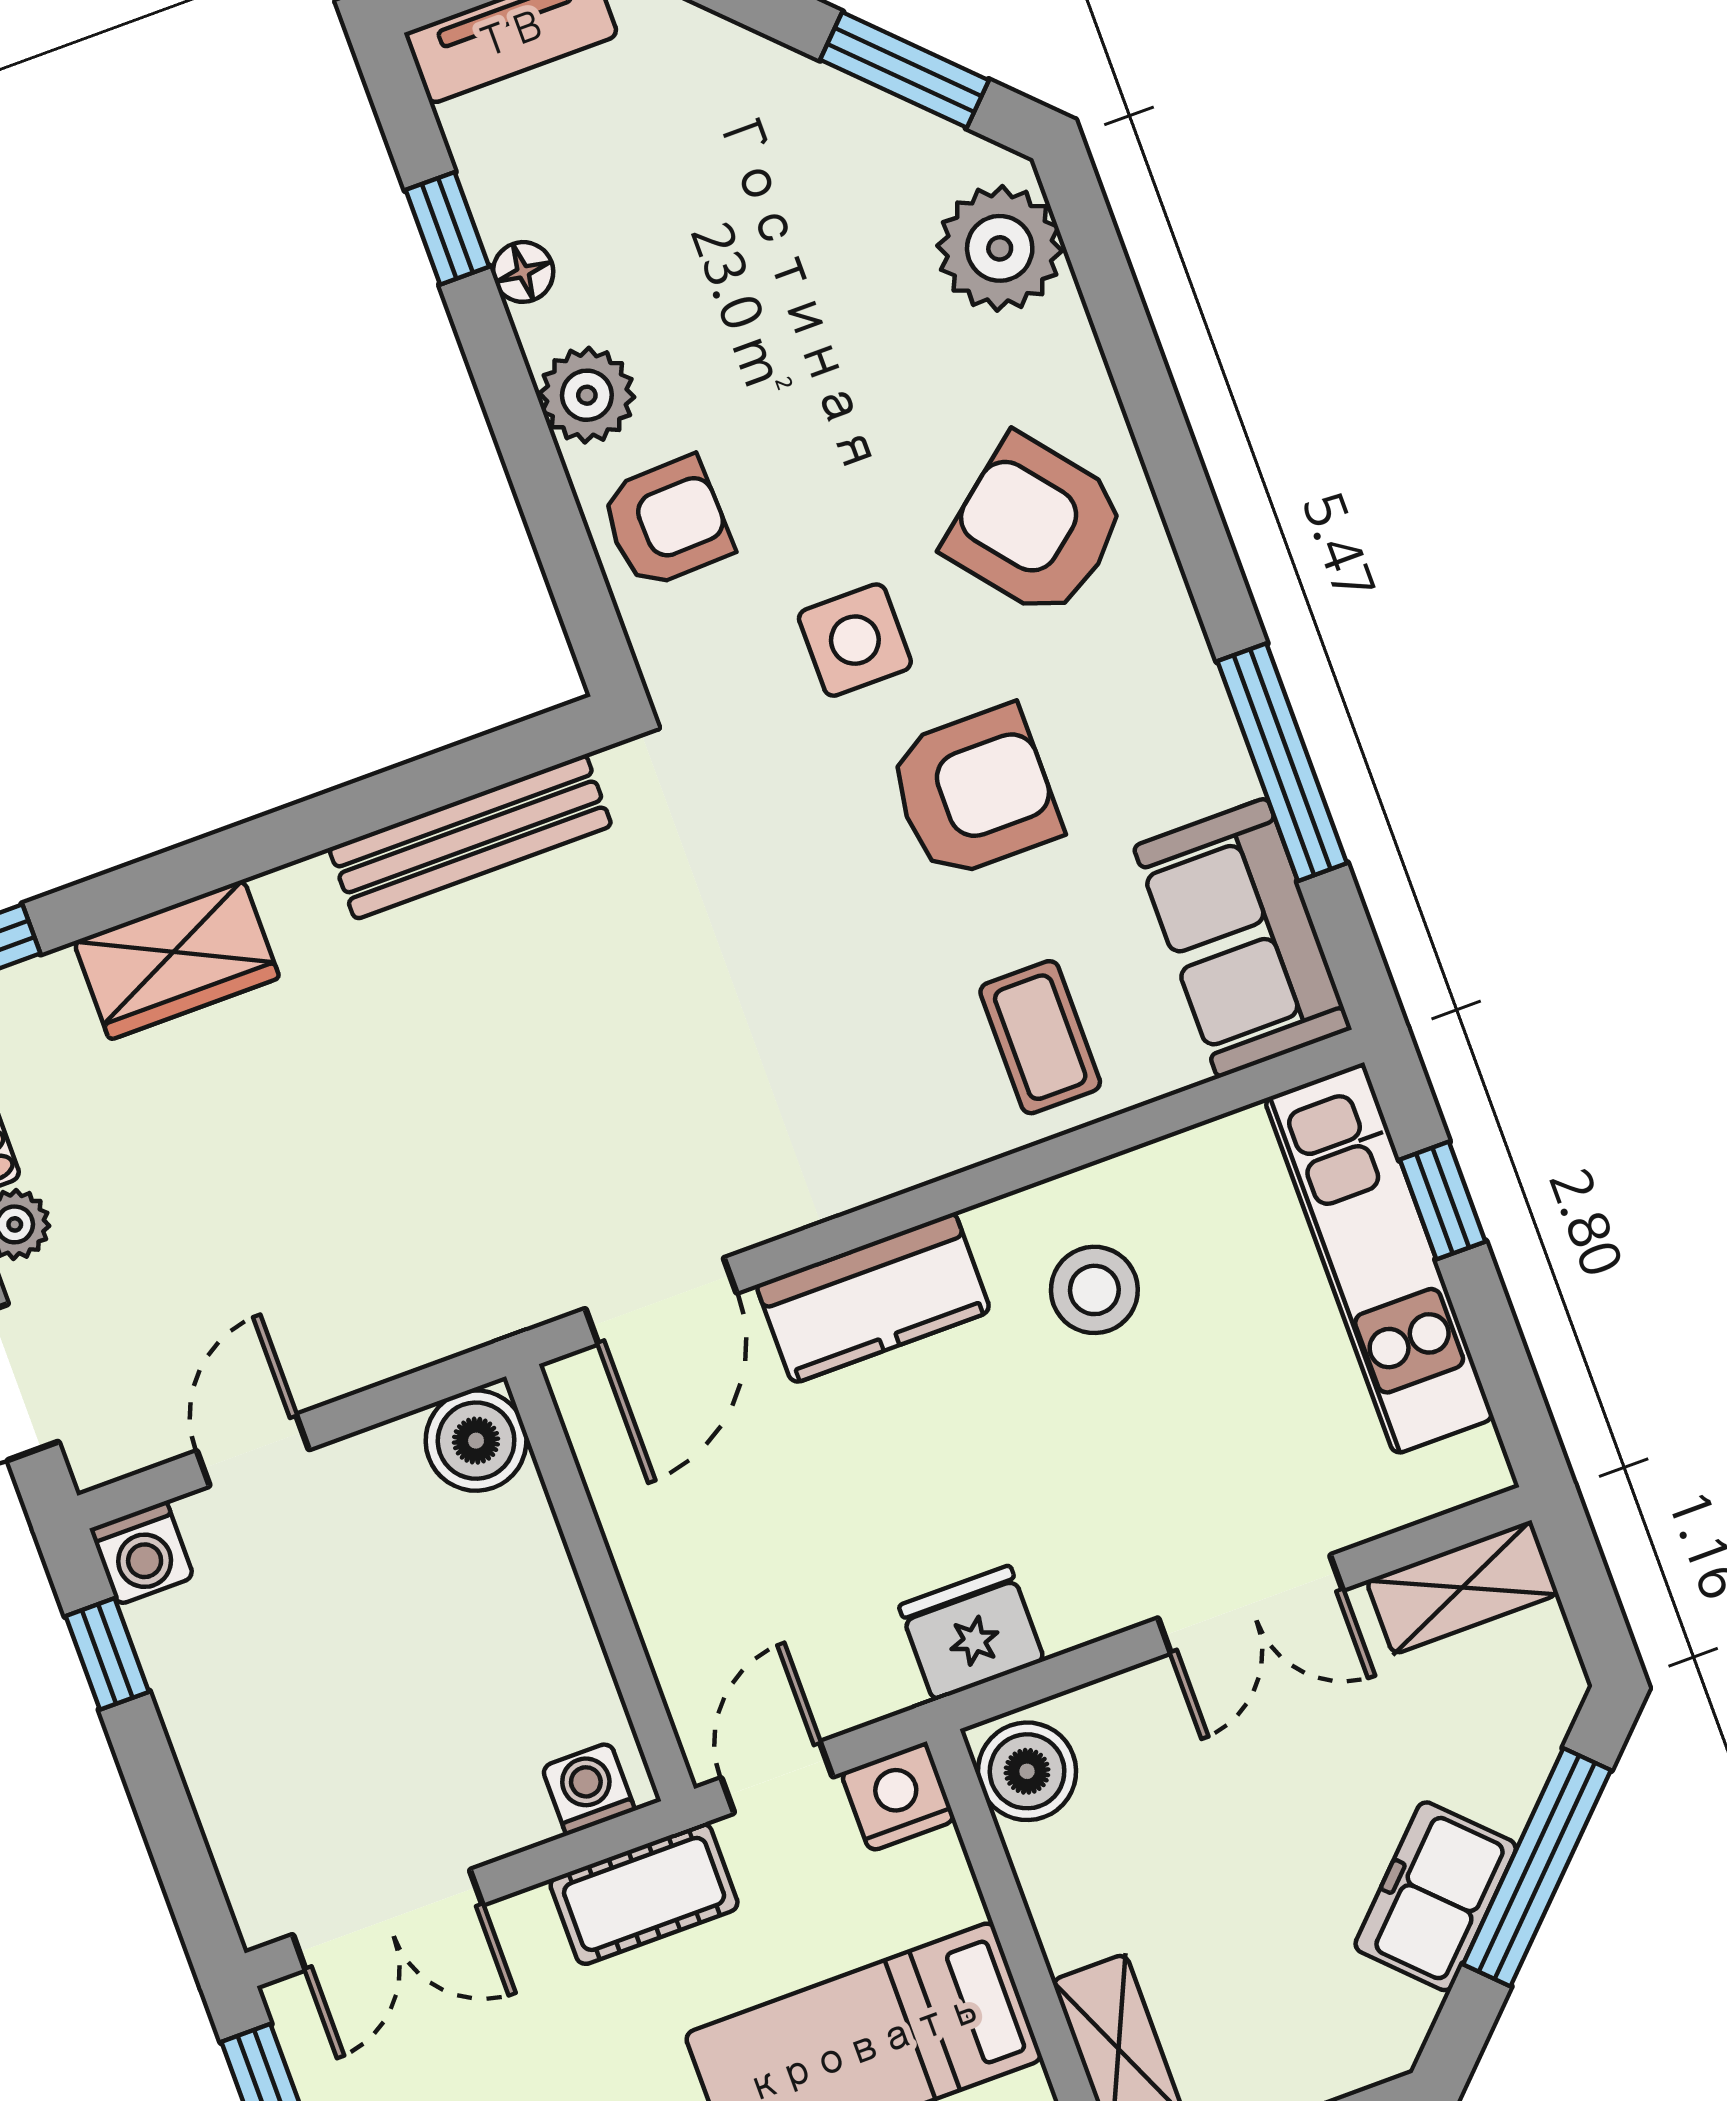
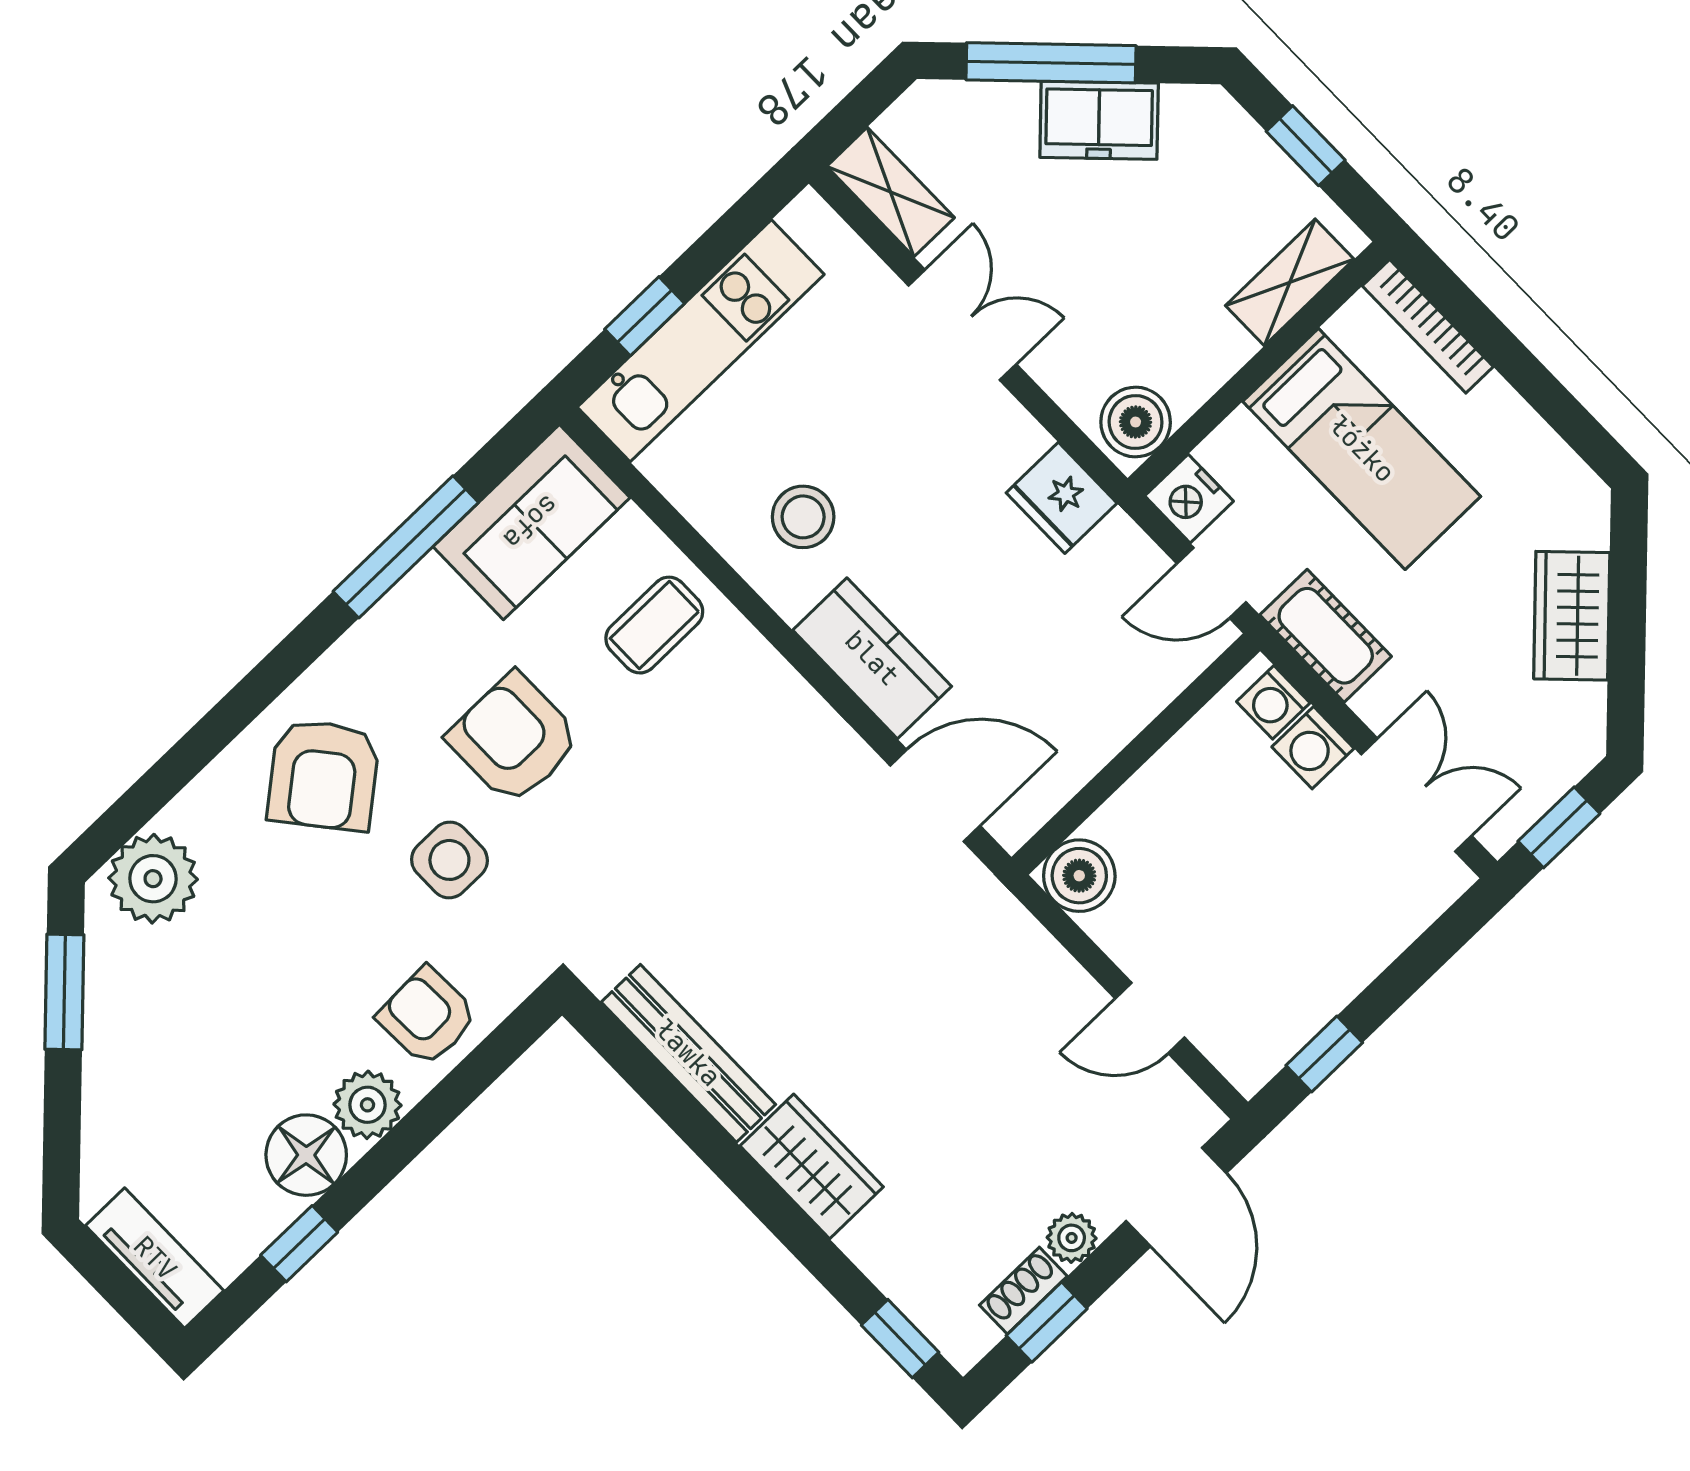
floor lamp: (523, 272) -> (306, 1155), width x1.89, depth x1.89
wardrobe: (177, 960) -> (812, 1166), moved
washing machine: (142, 1553) -> (1313, 748), moved, turned 180

